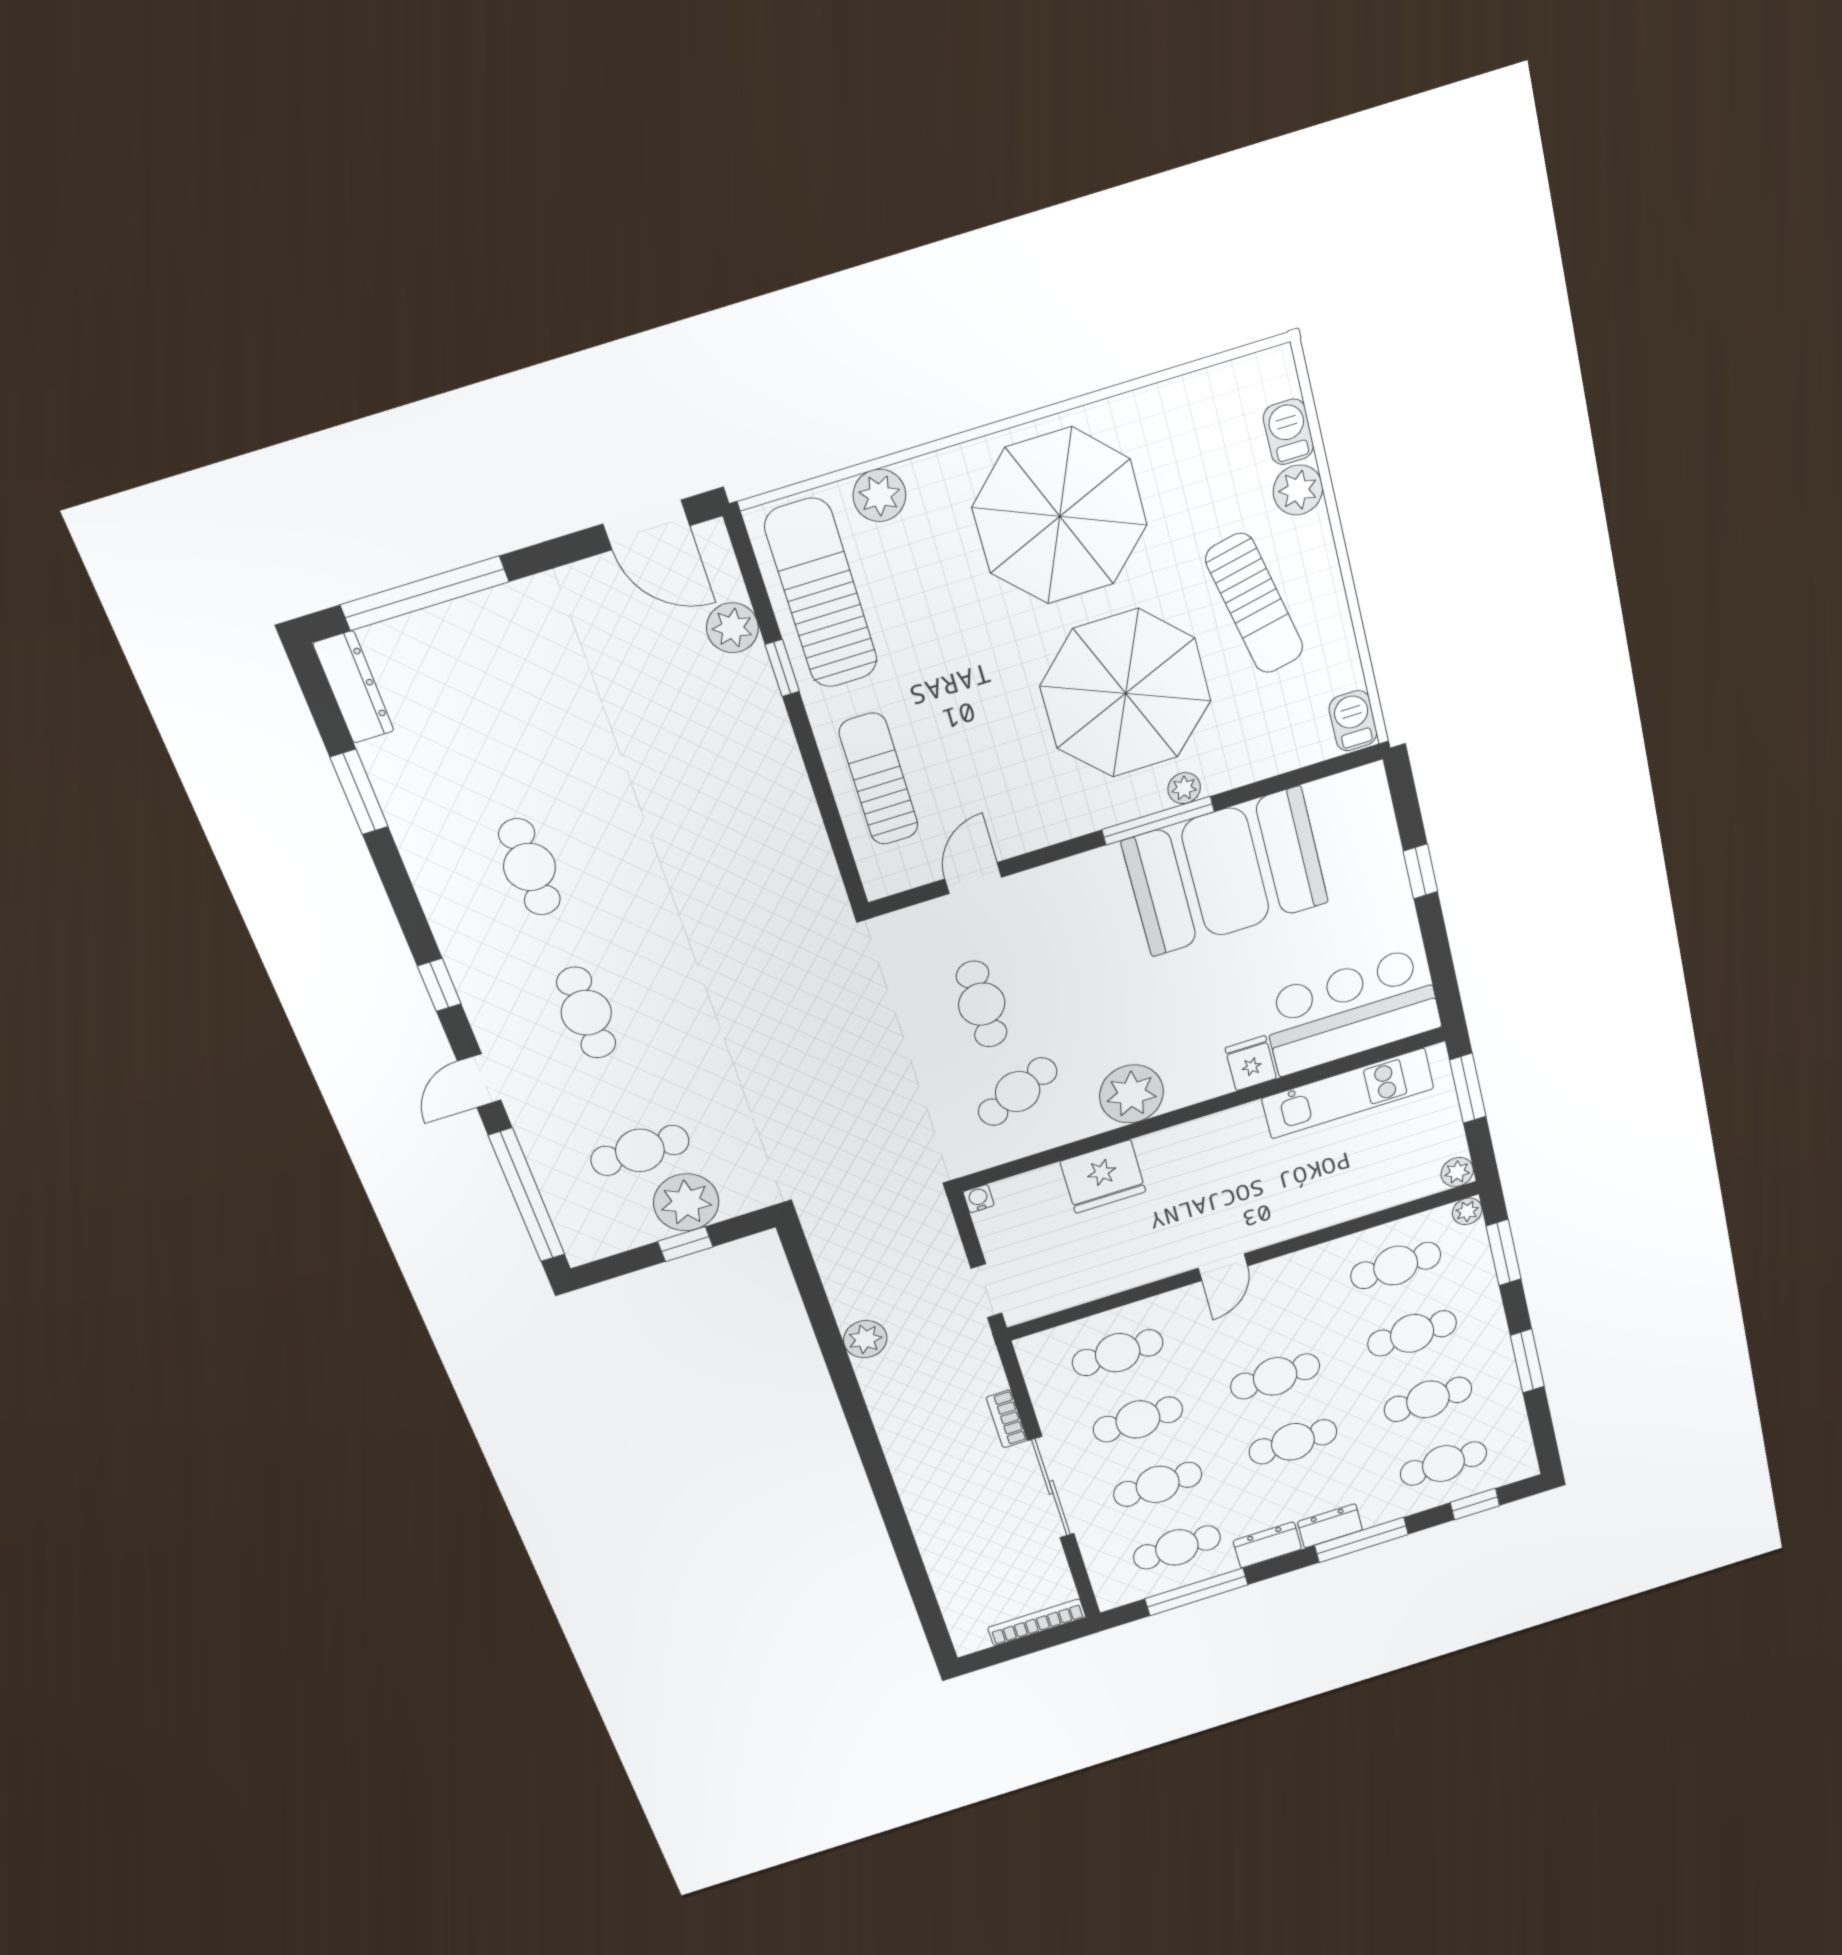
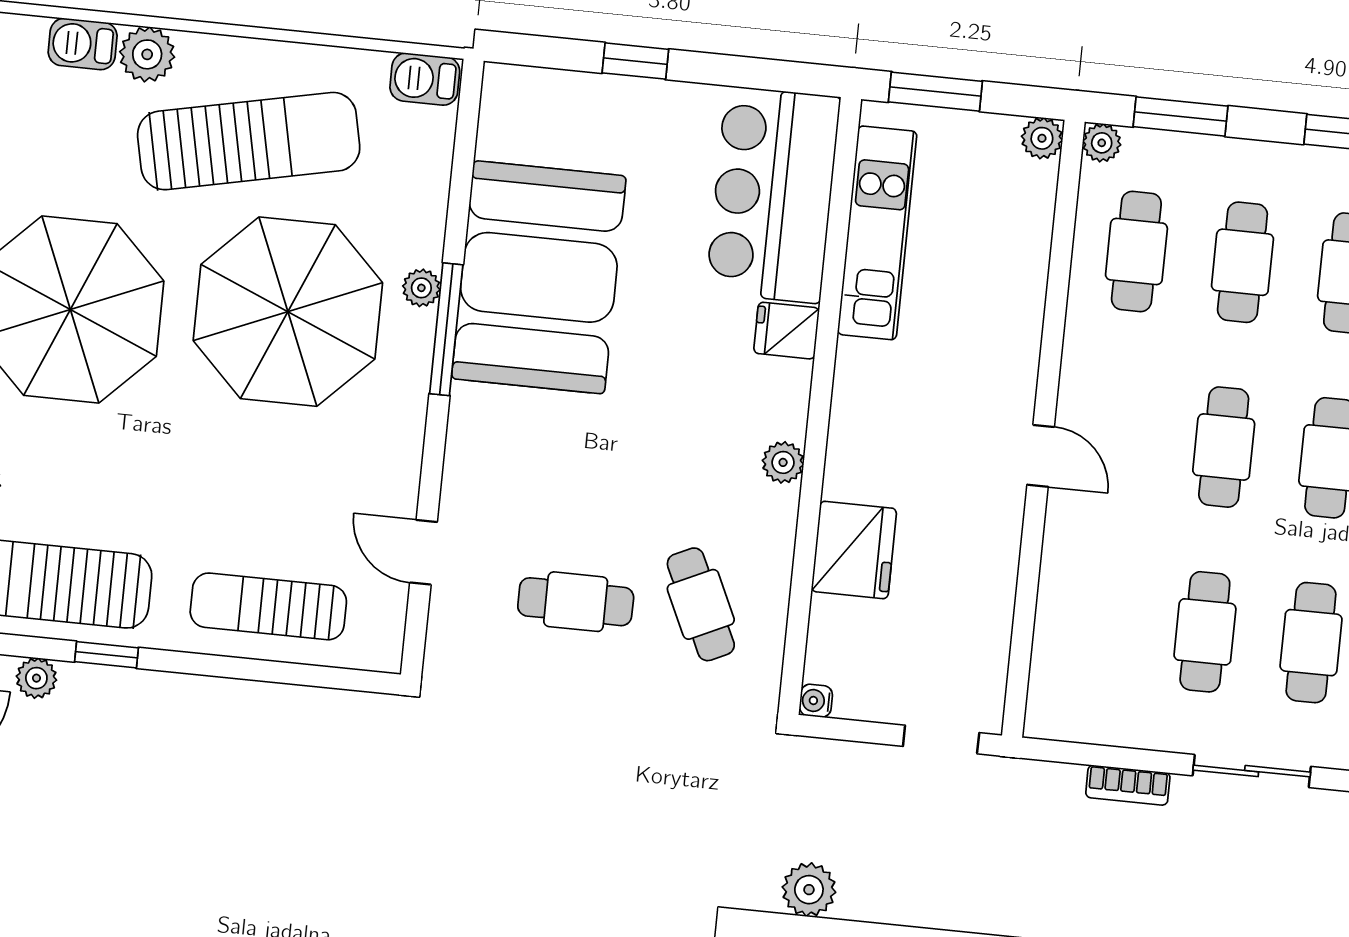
sun lounger: (1254, 604) -> (249, 141), width x1.36, depth x1.34
plant: (732, 628) -> (36, 678), width x0.73, depth x0.73
plant: (1131, 1094) -> (783, 462), width x0.53, depth x0.53
plant: (865, 1339) -> (809, 890), moved
cafe table: (1118, 1353) -> (1099, 621), removed
sliding door: (1051, 1487) -> (1252, 771), width x0.73

